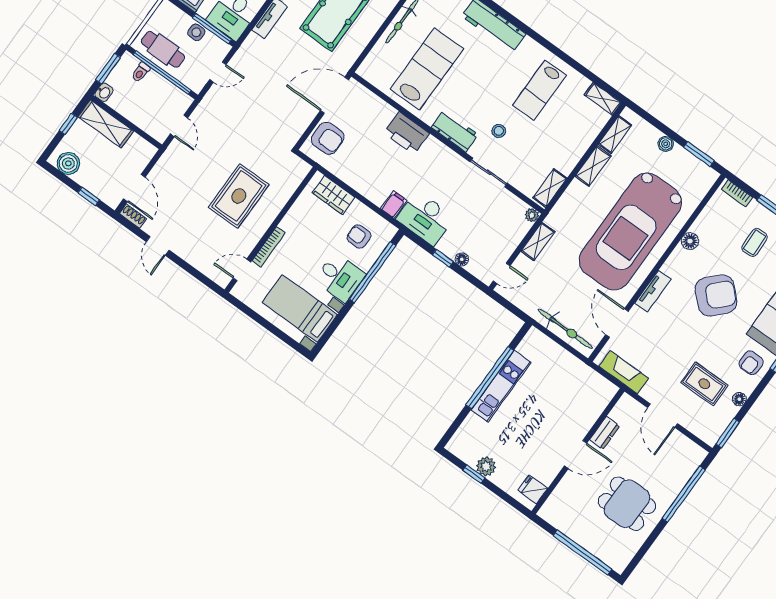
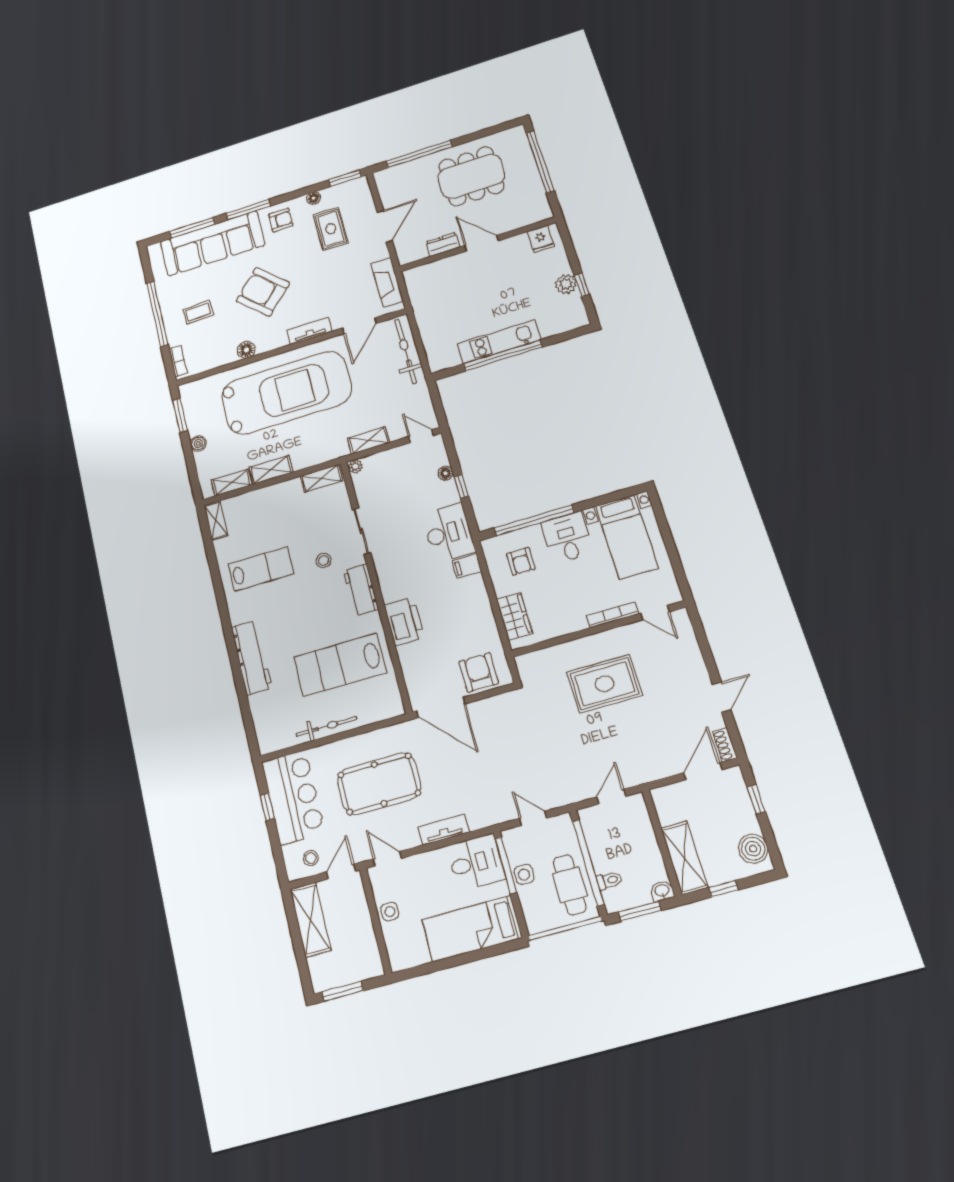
dining table: (627, 504) -> (471, 176), width x1.38

